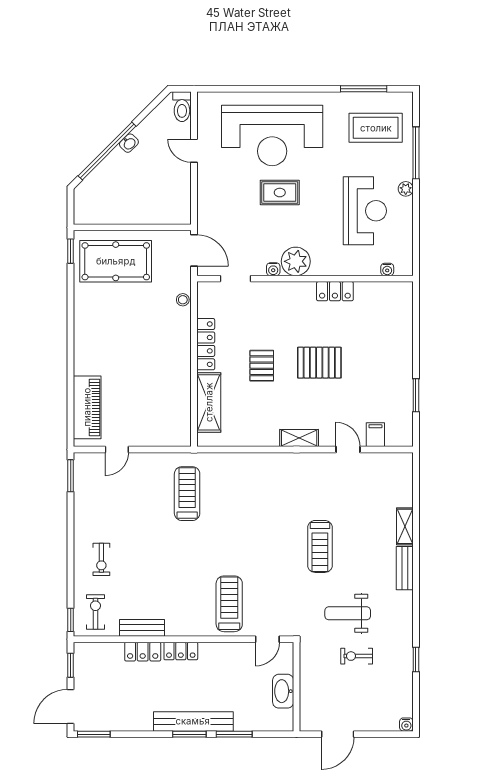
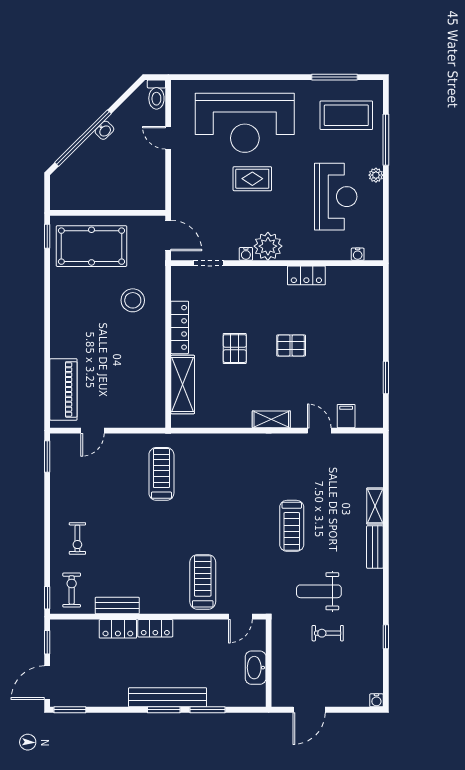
stool: (183, 300) -> (133, 300), moved, width x1.89, depth x1.89
pallet: (319, 363) -> (291, 345), width x0.67, depth x0.71

